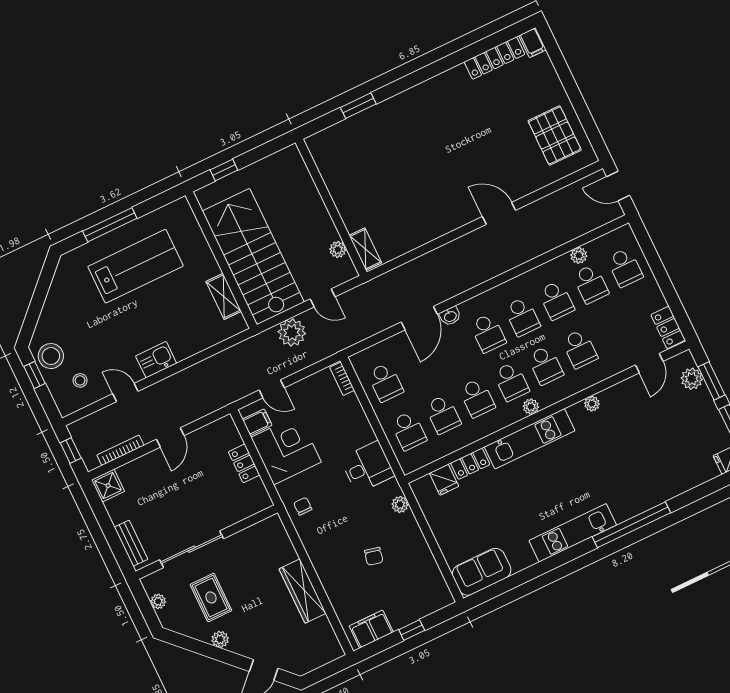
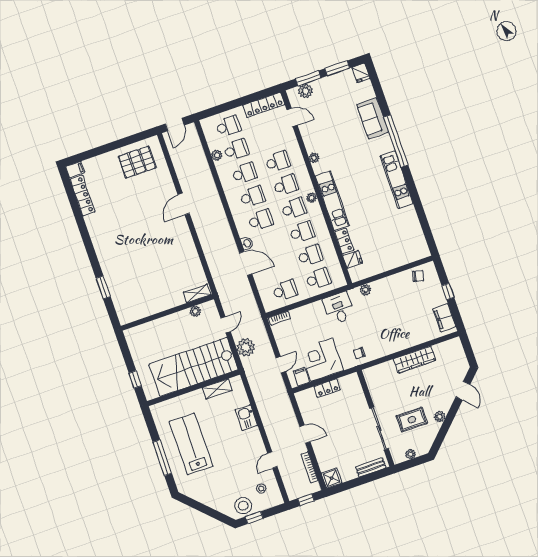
locker: (668, 327) -> (264, 105), width x1.53
kitchen sink: (156, 360) -> (246, 418), moved
chair: (374, 556) -> (418, 276), moved
sofa: (482, 572) -> (373, 118), moved

